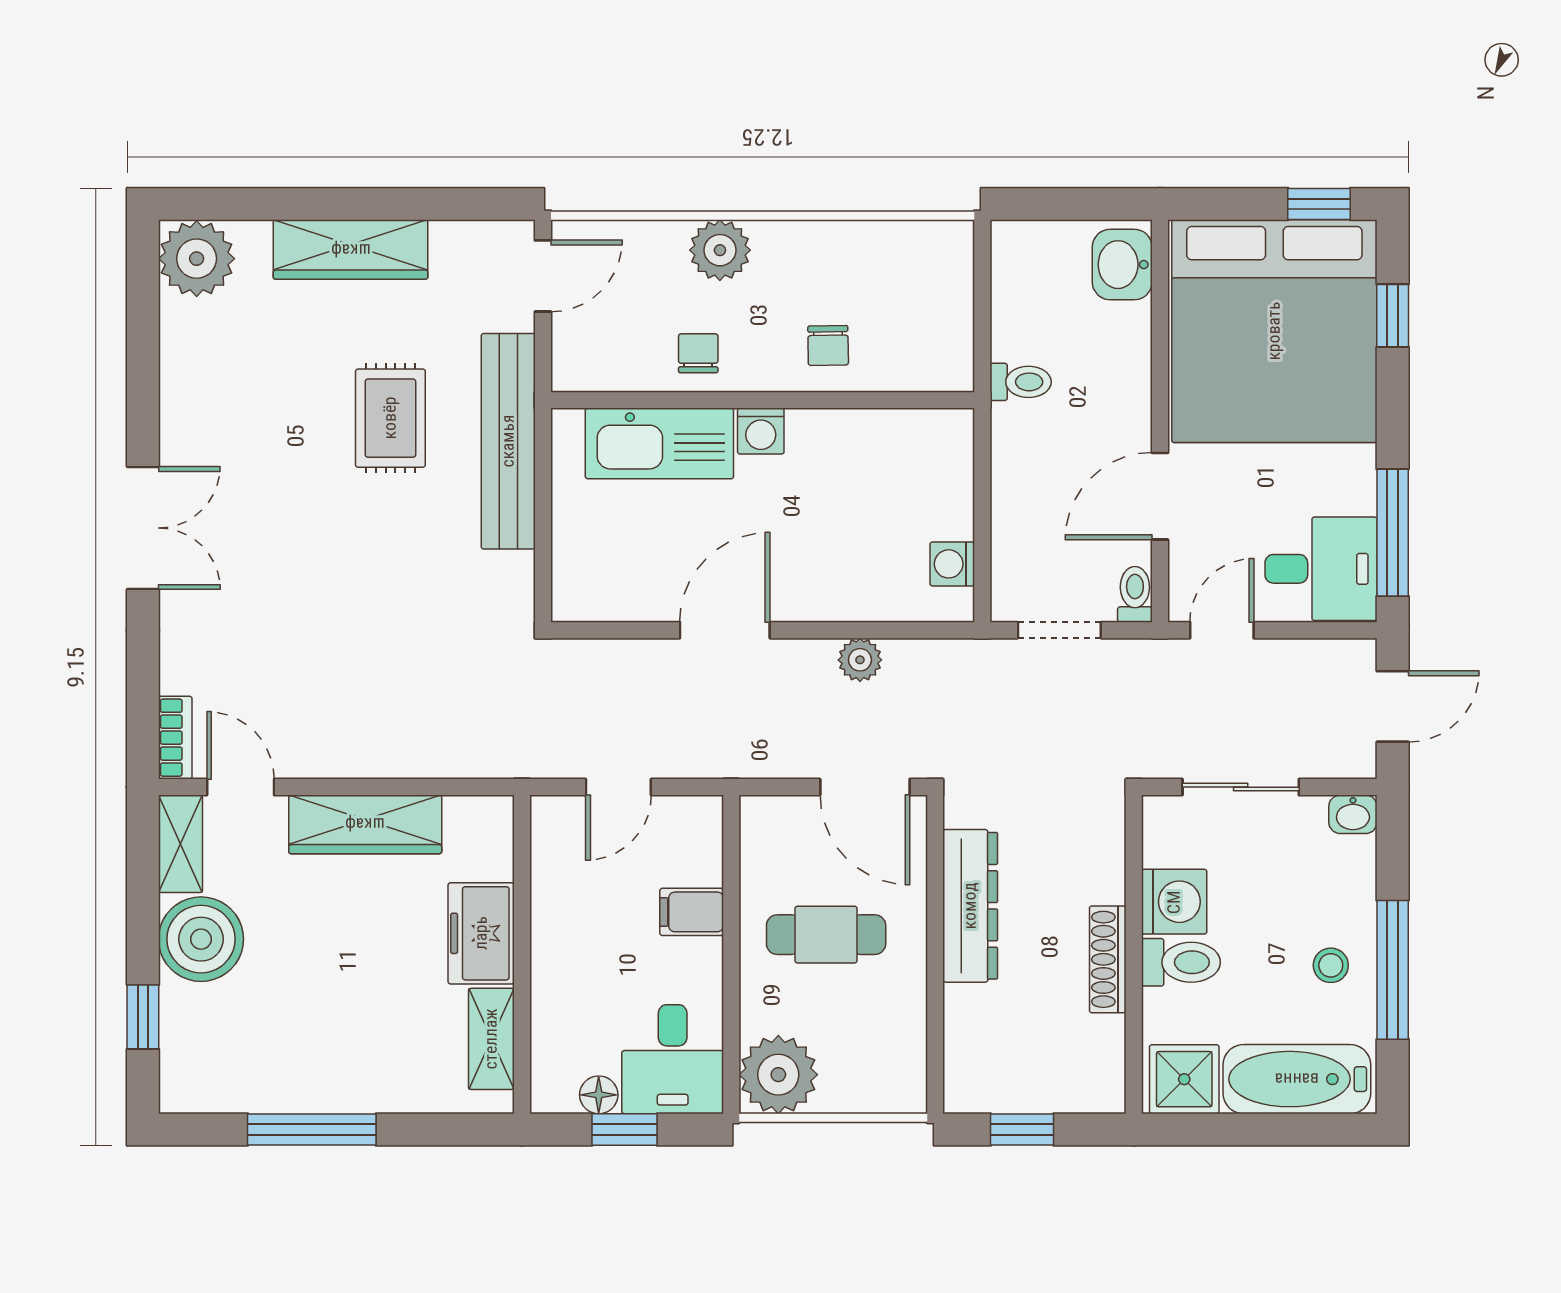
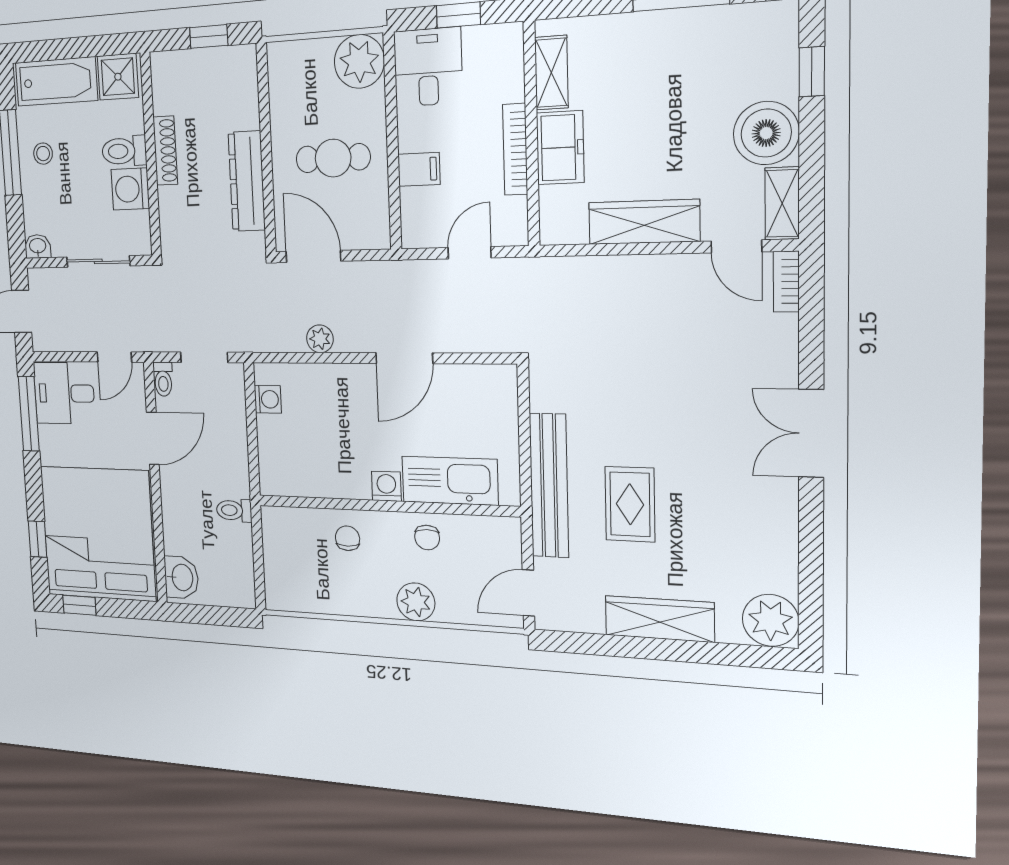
bookcase: (546, 934) -> (515, 149), added
floor lamp: (599, 1095) -> (477, 38), removed

